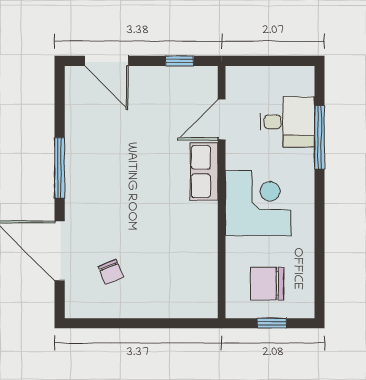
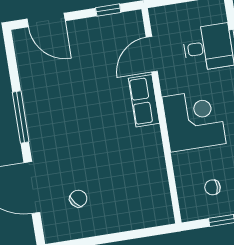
chair: (111, 272) -> (78, 199), turned -106
chair: (267, 284) -> (213, 187), width x0.54, depth x0.54

